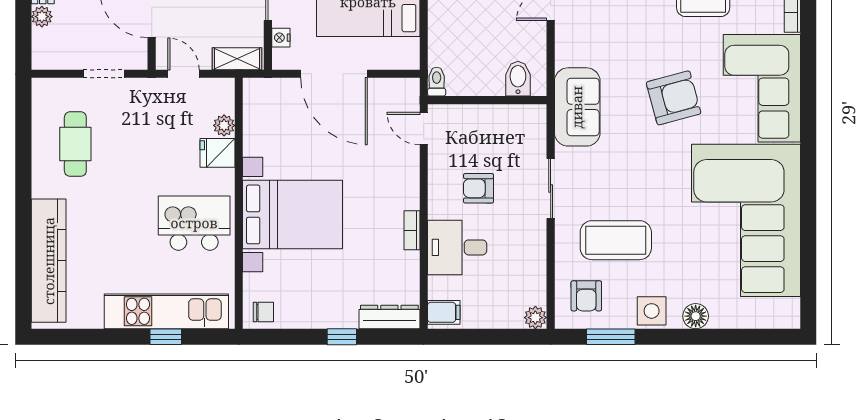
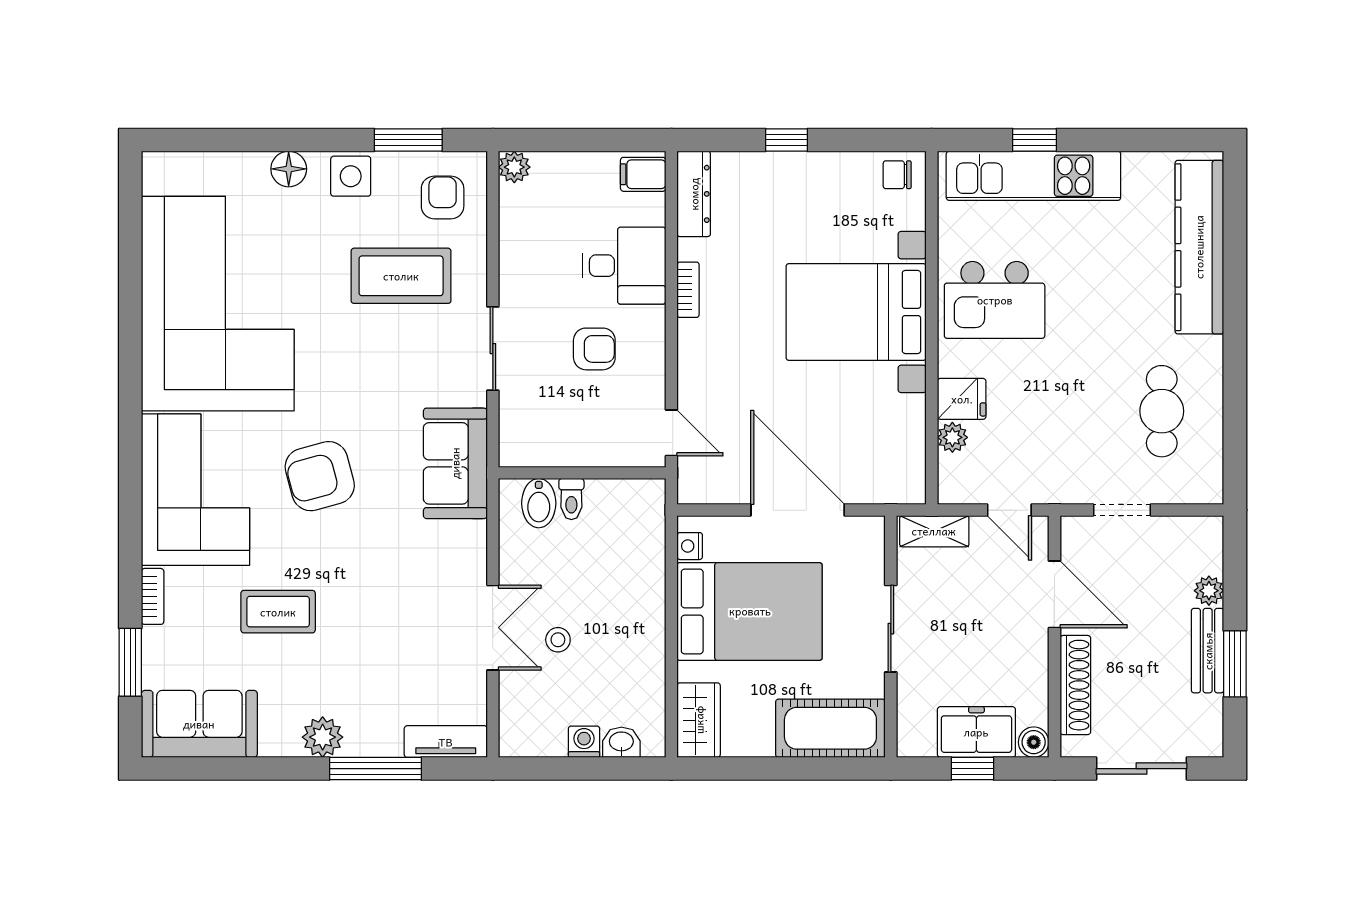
nightstand: (281, 38) -> (690, 546), moved, turned 180
toilet: (437, 82) -> (571, 499), moved
dresser: (389, 317) -> (694, 194), moved, turned -90

